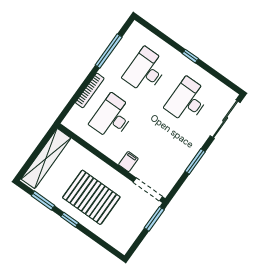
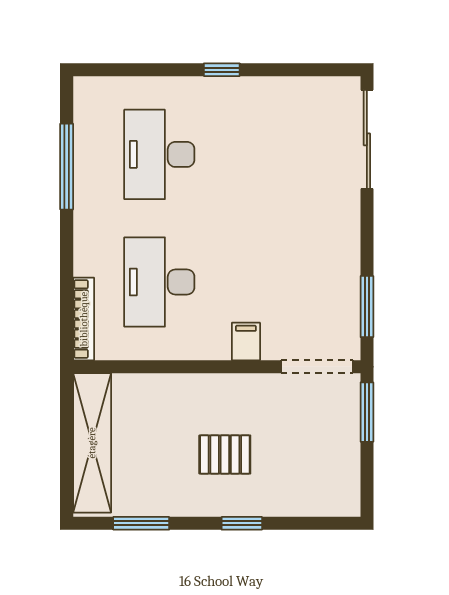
bookcase: (90, 90) -> (84, 319), moved
desk: (187, 101) -> (274, 154), removed
window: (195, 161) -> (367, 307), moved
pallet: (91, 197) -> (225, 455), width x0.49, depth x0.50
window: (70, 220) -> (242, 523), moved

